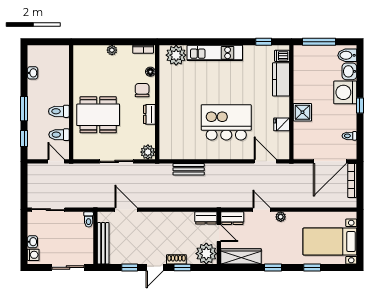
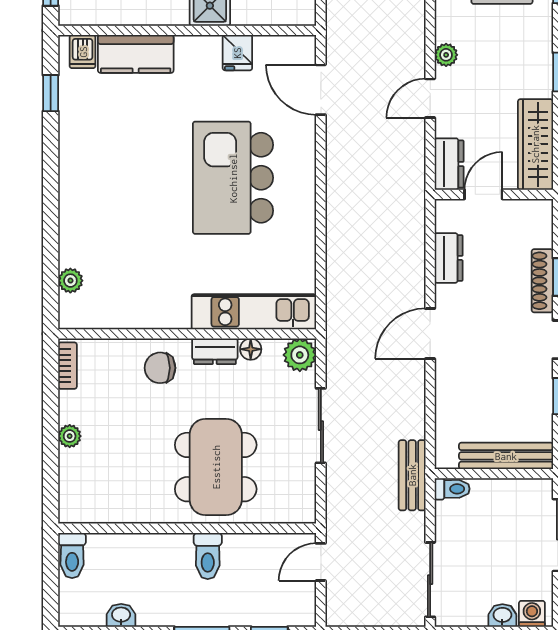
kitchen unit: (215, 53) -> (254, 312), moved, turned -90
plant: (176, 55) -> (70, 281), width x0.53, depth x0.53
floor lamp: (150, 72) -> (251, 349), moved
toilet: (59, 135) -> (72, 555), moved
door: (265, 161) -> (321, 90), hinge flipped
bench: (189, 169) -> (412, 475), moved
door: (126, 210) -> (430, 334), moved
dresser: (206, 218) -> (449, 258), moved
plant: (206, 254) -> (529, 223), removed
shoe rack: (176, 259) -> (542, 281), width x1.43

